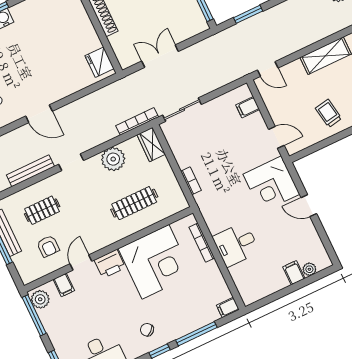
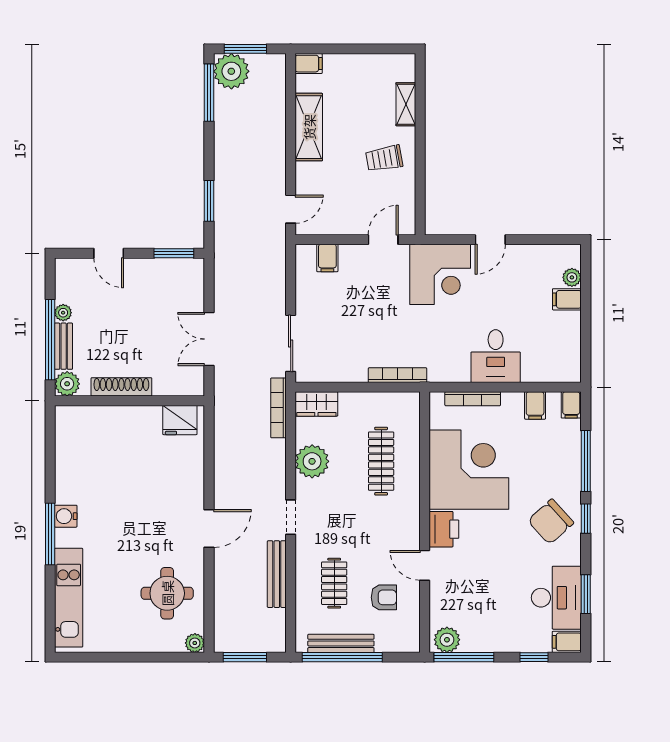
bookcase: (191, 181) -> (397, 375), width x1.56
filing cabinet: (64, 285) -> (535, 405), moved, turned 90
chair: (147, 330) -> (551, 522), width x1.87, depth x1.87

